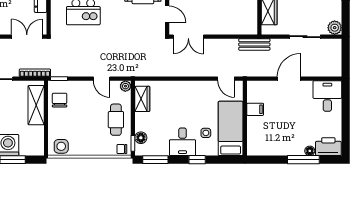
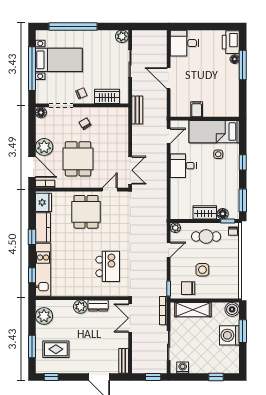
wardrobe: (142, 99) -> (205, 212), moved
desk: (183, 142) -> (183, 166), moved, turned 180
side table: (61, 146) -> (202, 270), moved
boiler: (36, 148) -> (232, 309), added

